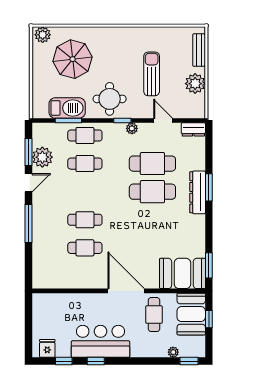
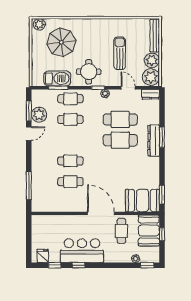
bench: (199, 50) -> (155, 36), width x1.36
plant: (194, 106) -> (151, 77), added
window: (28, 224) -> (29, 186), moved

